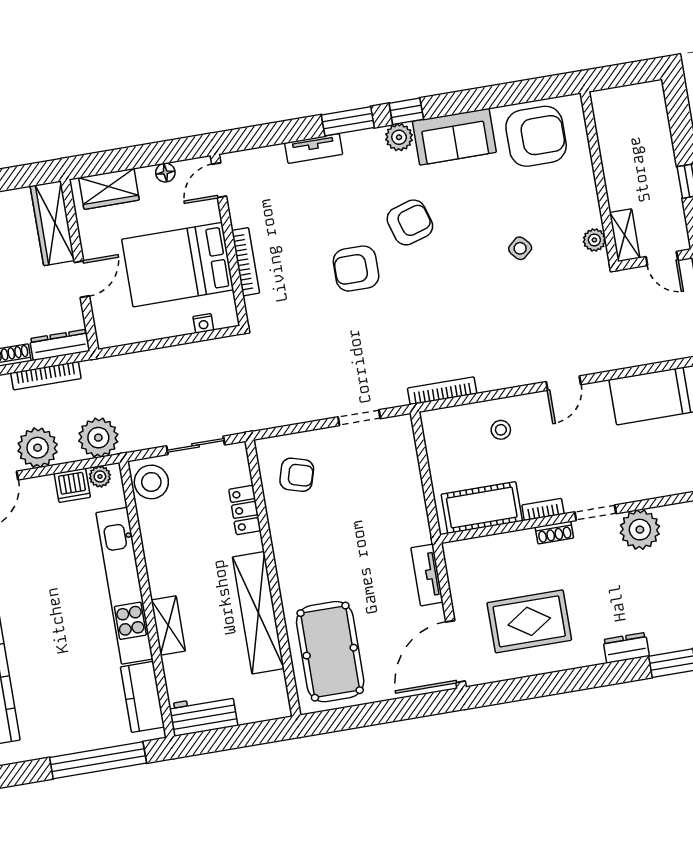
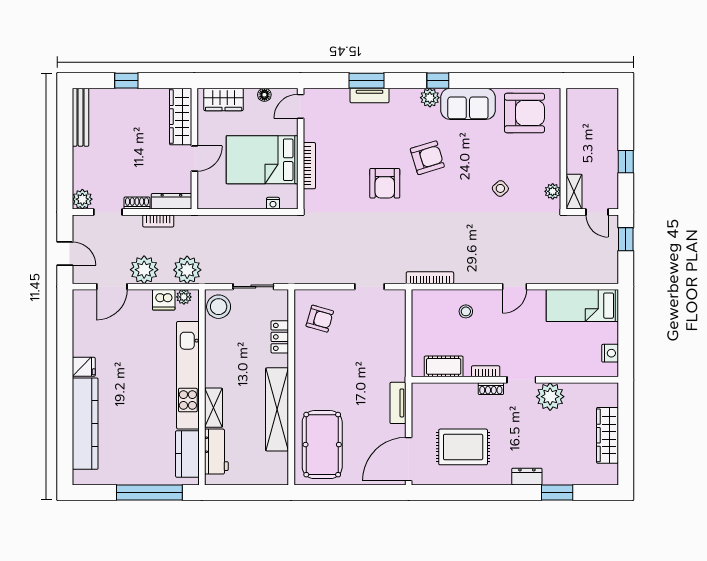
window: (348, 121) -> (367, 81), moved
armchair: (356, 269) -> (385, 183), turned -90
bookcase: (46, 376) -> (158, 221), width x0.64
cot: (482, 508) -> (444, 366), width x0.73, depth x0.75
workbench: (203, 715) -> (216, 452), moved, turned 90

